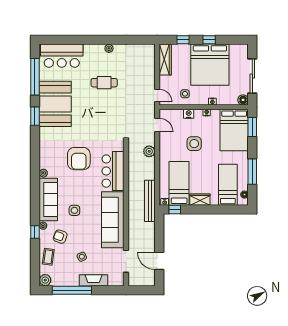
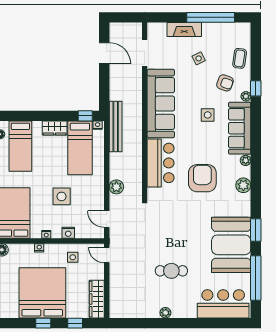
plant: (45, 280) -> (243, 185), moved

